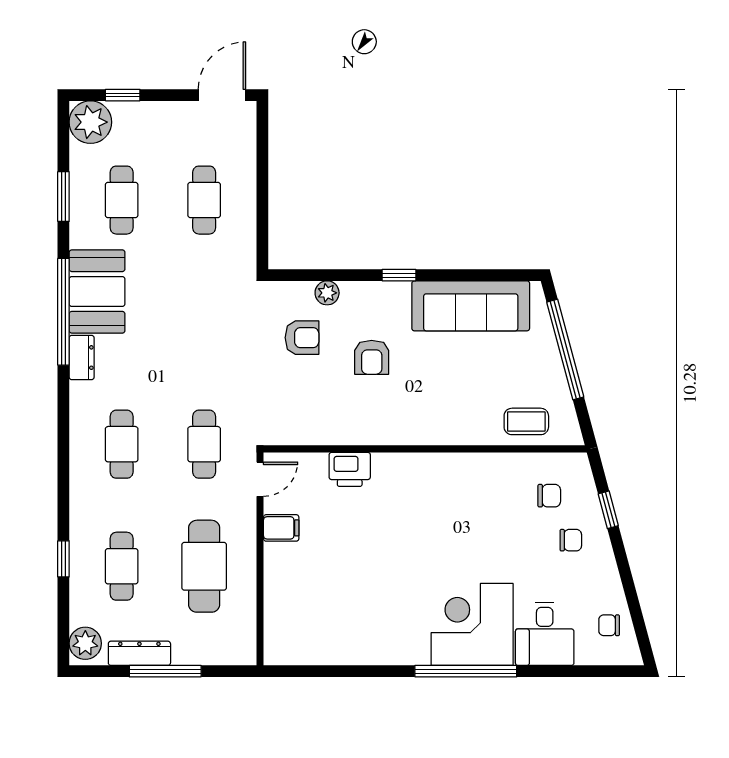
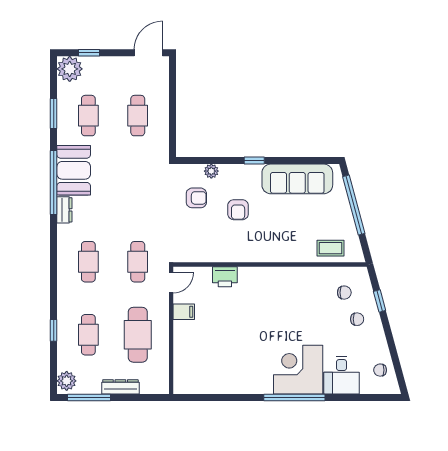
dresser: (139, 653) -> (120, 387), moved
window: (165, 671) -> (89, 398), moved

